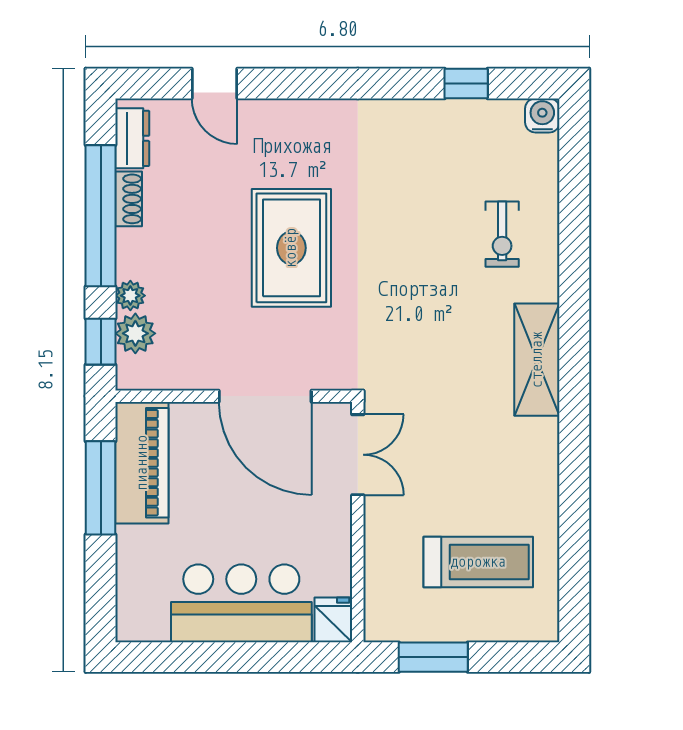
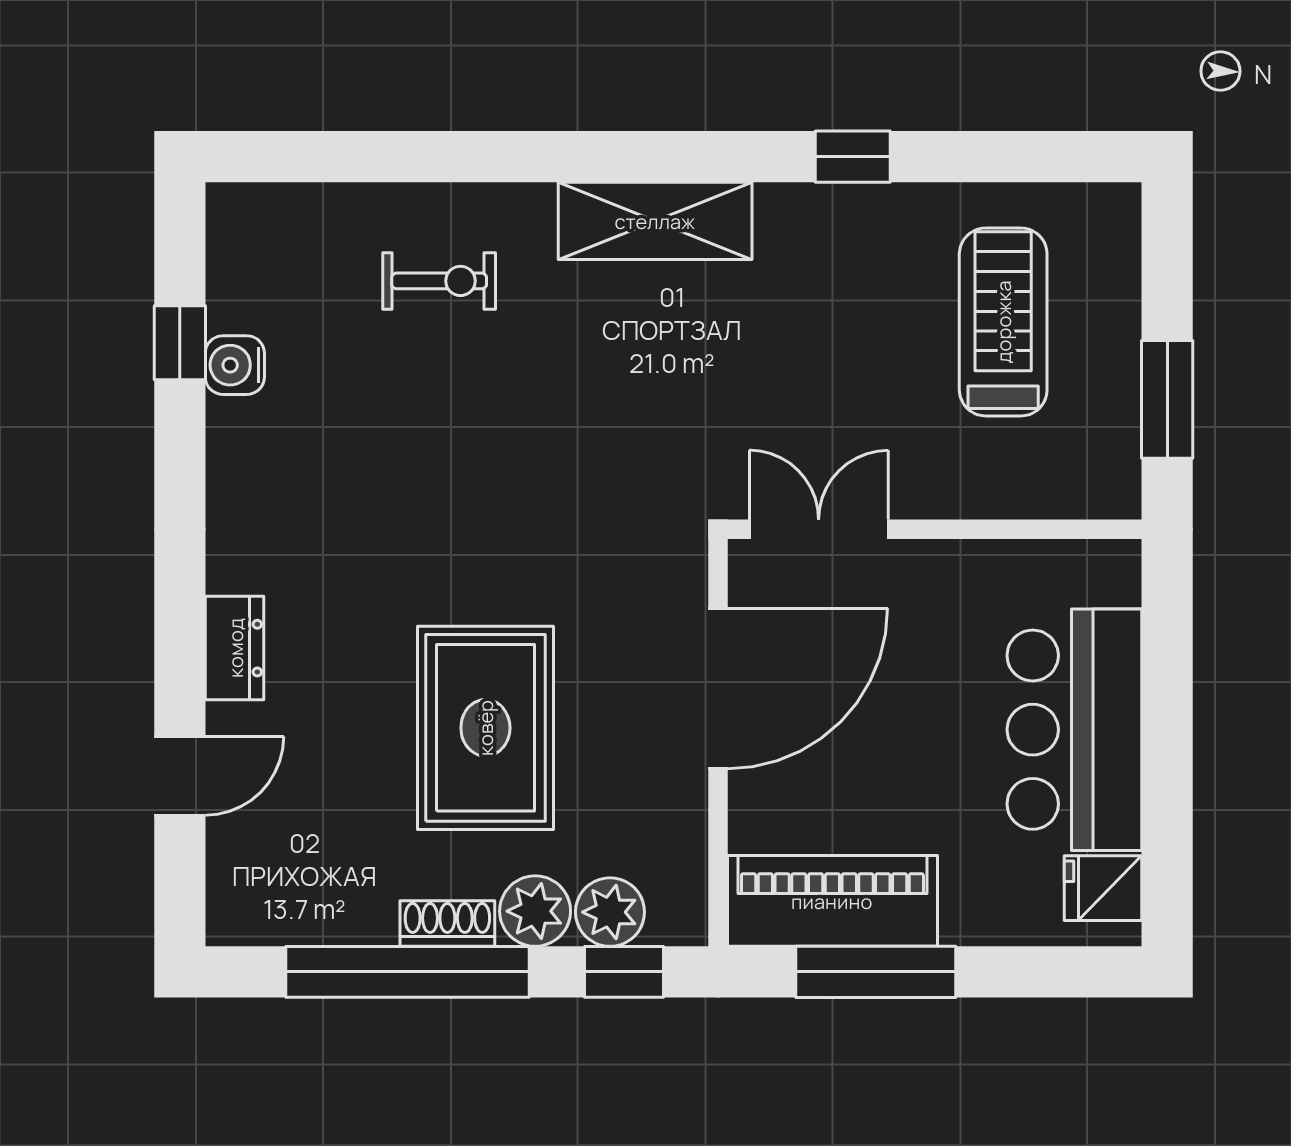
water cooler: (542, 115) -> (235, 365), moved
dresser: (132, 138) -> (235, 648), moved, turned 90
shoe rack: (129, 199) -> (447, 923), moved
rug: (291, 248) -> (485, 728), moved, turned 90
plant: (130, 296) -> (535, 911), width x1.38, depth x1.38
window: (574, 474) -> (853, 157), added
fridge: (333, 620) -> (1103, 888), moved

